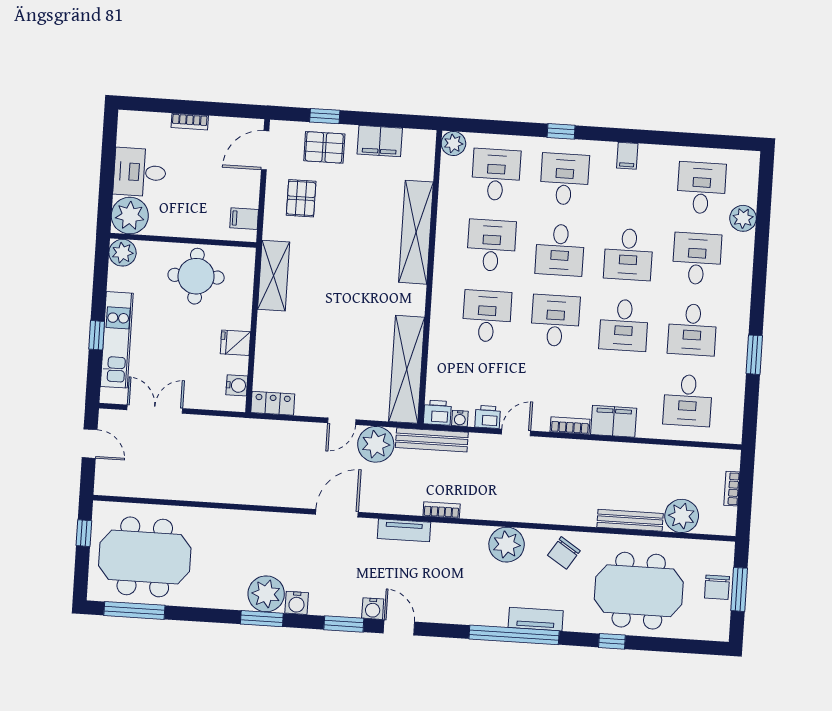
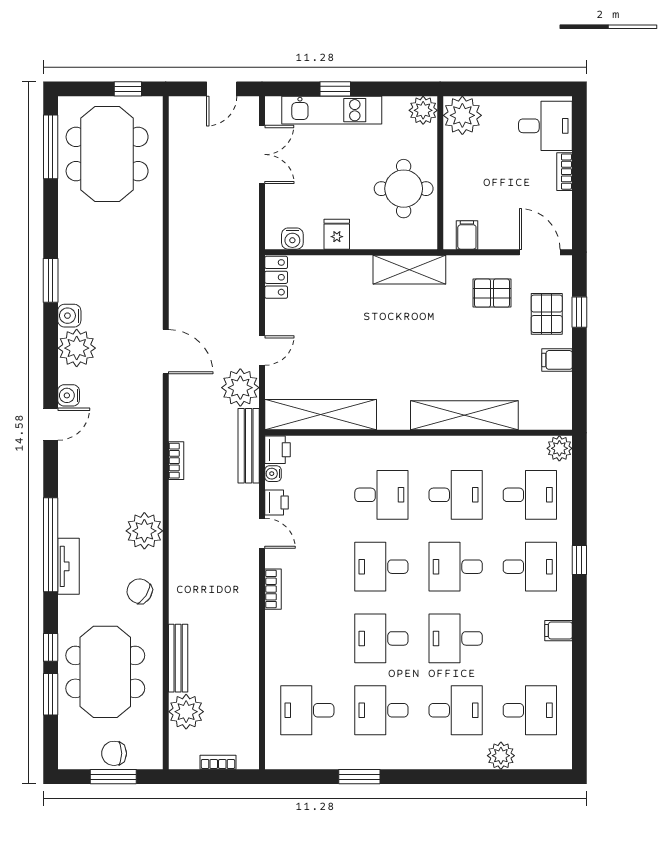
filing cabinet: (380, 141) -> (557, 360), width x0.50
desk: (140, 172) -> (545, 126), moved, turned 90
desk: (555, 321) -> (381, 567), turned 180
door: (342, 421) -> (262, 350), swing flipped
filing cabinet: (614, 421) -> (280, 634), removed
tv unit: (404, 530) -> (152, 423), removed
plant: (266, 594) -> (77, 348), moved
window: (344, 624) -> (51, 694), moved

